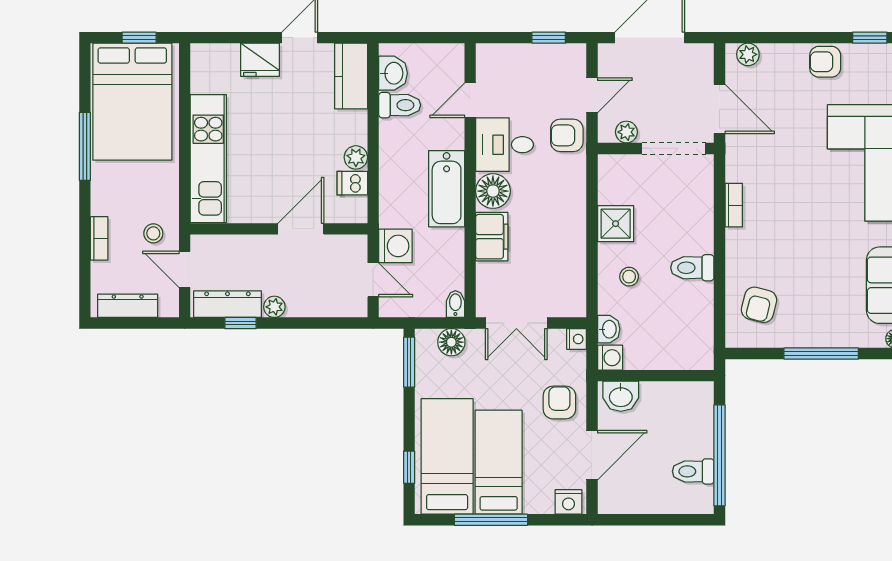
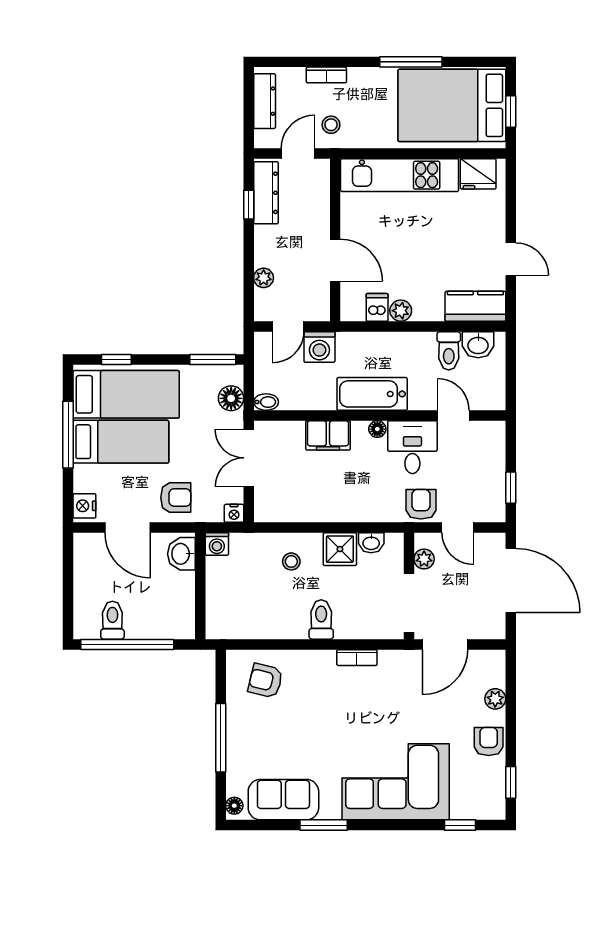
plant: (748, 54) -> (495, 699), moved
fridge: (260, 60) -> (478, 174), moved, turned -90
floor lamp: (493, 191) -> (377, 429), width x0.53, depth x0.53
toilet: (692, 268) -> (321, 620), moved
plant: (274, 307) -> (264, 278), moved
washbasin: (609, 329) -> (371, 543), moved

